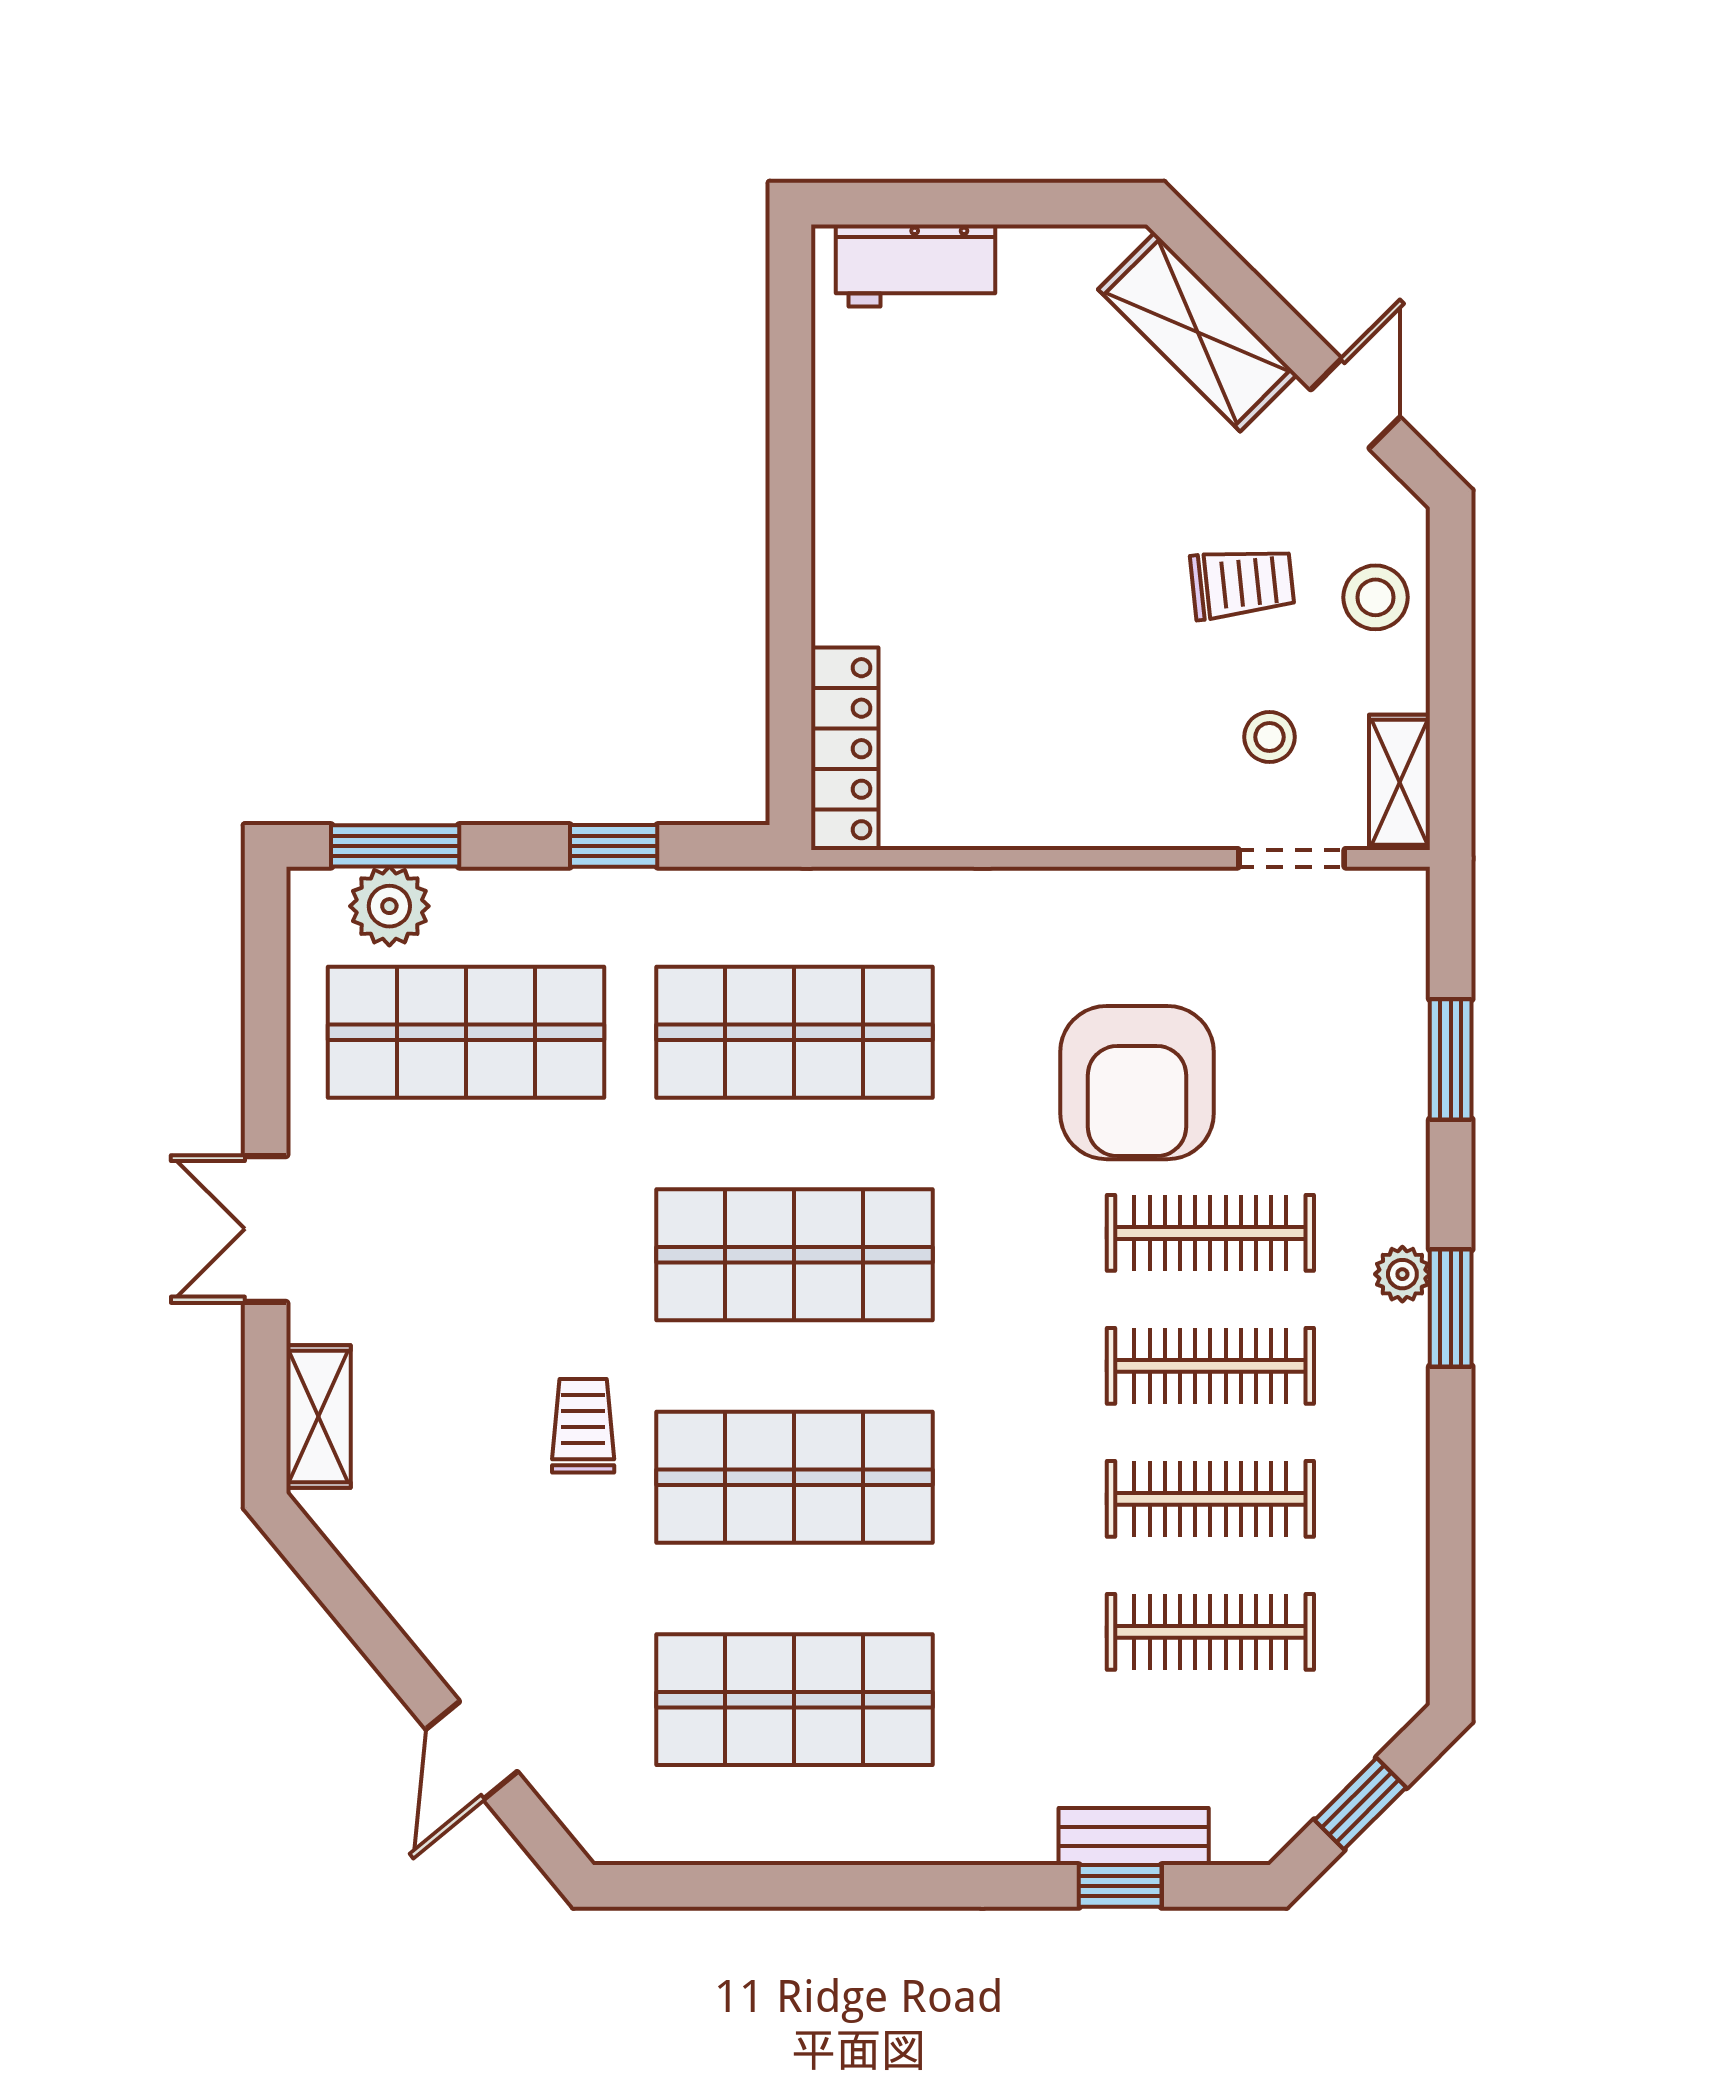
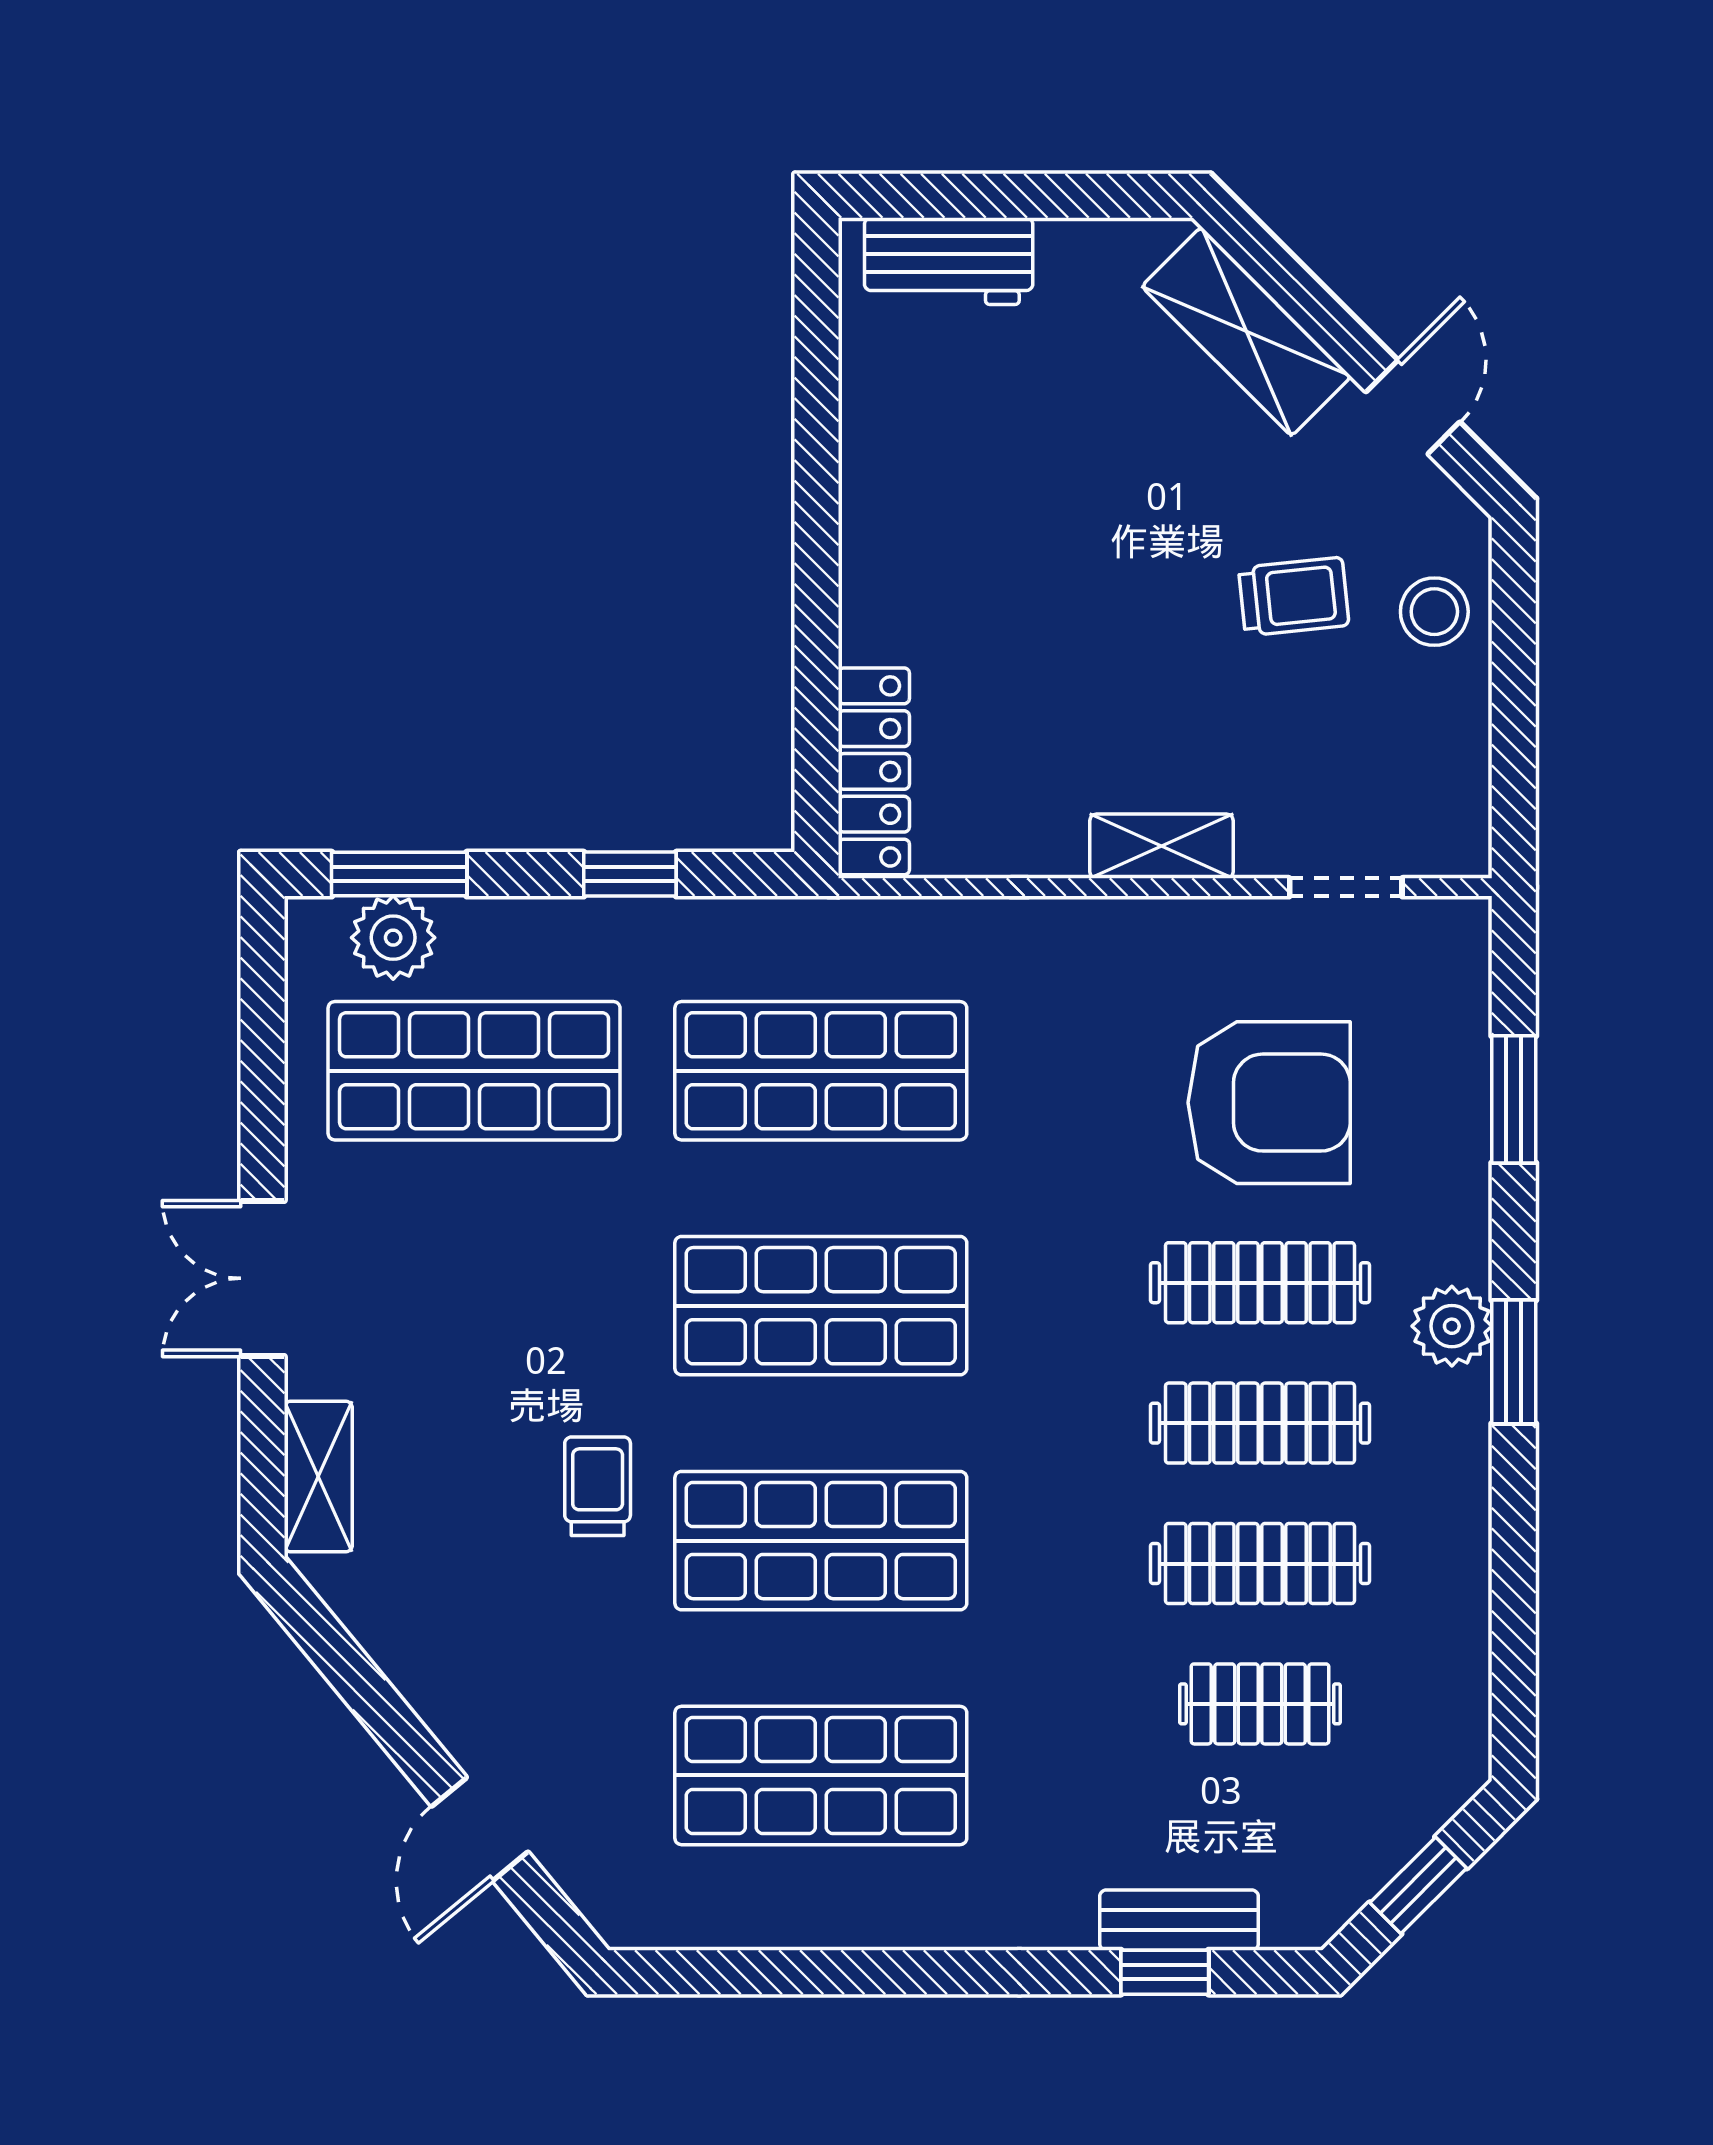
stool: (1270, 737) -> (1322, 759), removed
shelving: (1399, 782) -> (1162, 846), moved, turned 90
armchair: (1137, 1083) -> (1269, 1103), moved, turned -90
plant: (1402, 1274) -> (1452, 1326), width x1.38, depth x1.38
clothes rail: (1210, 1632) -> (1260, 1704), width x0.73

